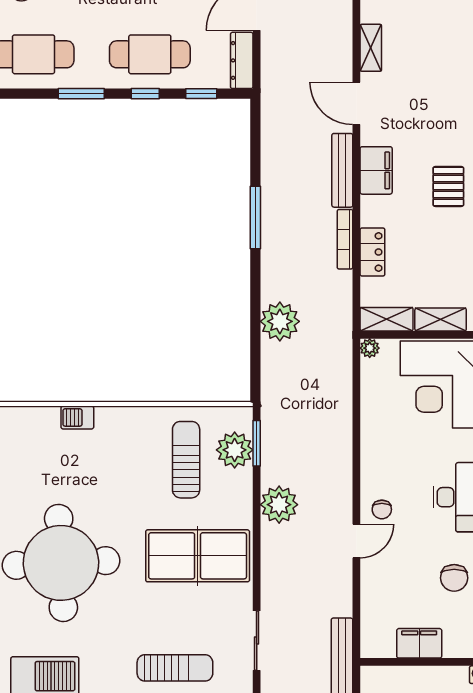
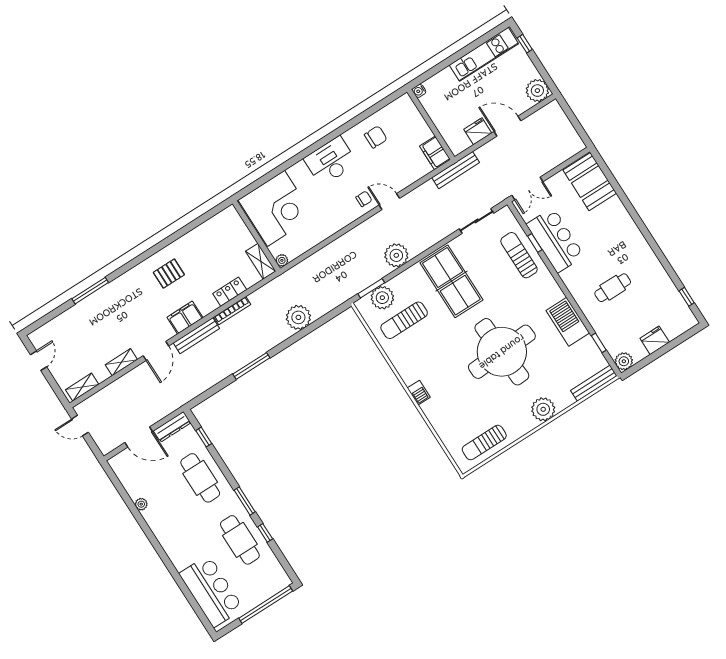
window: (145, 94) -> (265, 533), moved
shelving: (441, 319) -> (242, 232), removed
filing cabinet: (419, 643) -> (435, 153), moved

